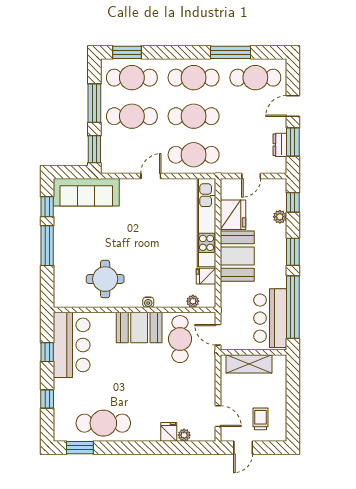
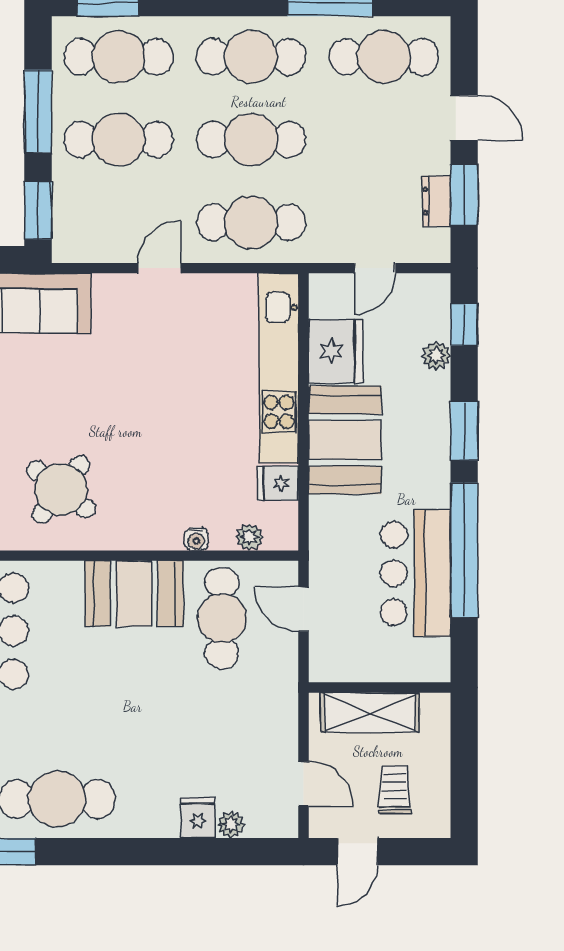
door: (293, 106) -> (464, 118), swing flipped
round table: (105, 279) -> (61, 489), turned 38
water cooler: (148, 302) -> (196, 539), moved
wall: (253, 352) -> (380, 688), moved
shelving: (249, 364) -> (370, 712), moved

